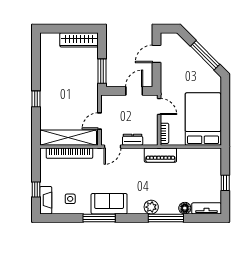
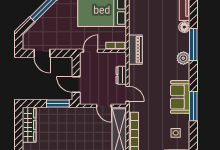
door: (134, 91) -> (76, 84), moved

